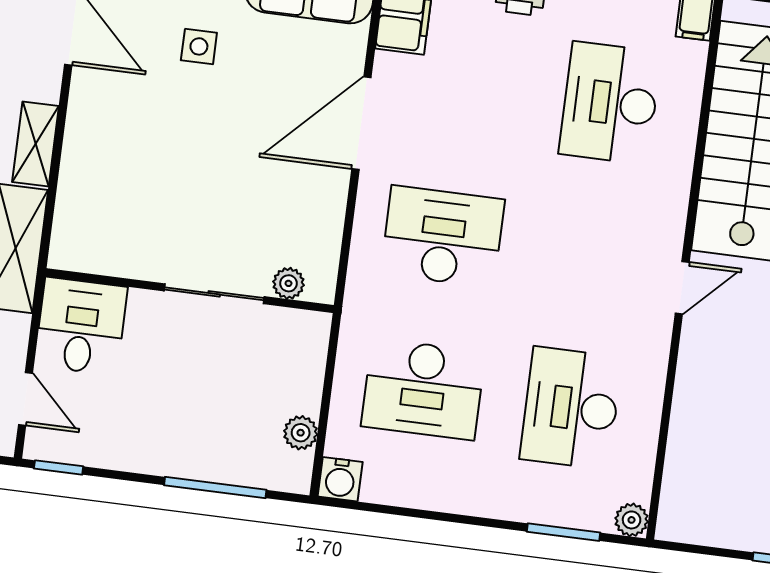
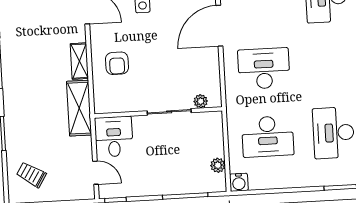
armchair: (118, 164) -> (117, 63), added

